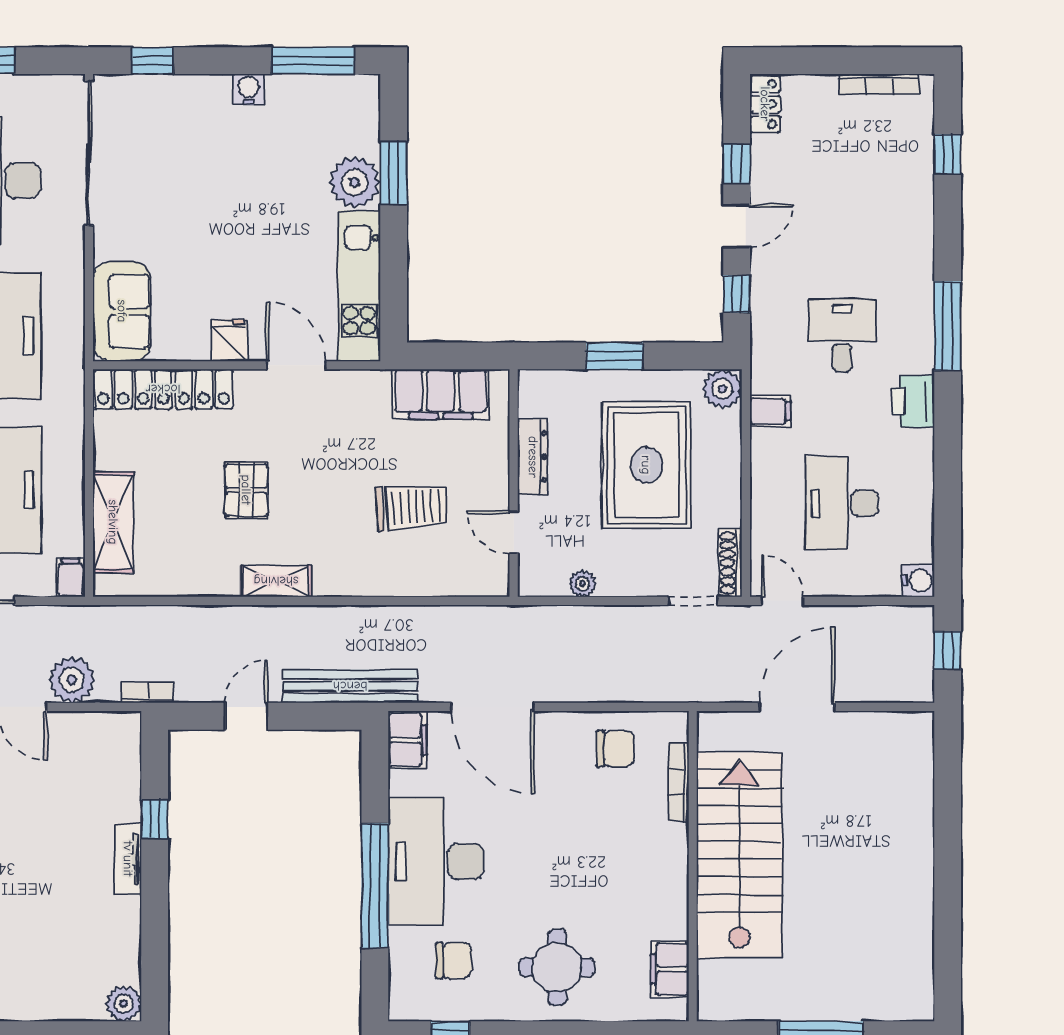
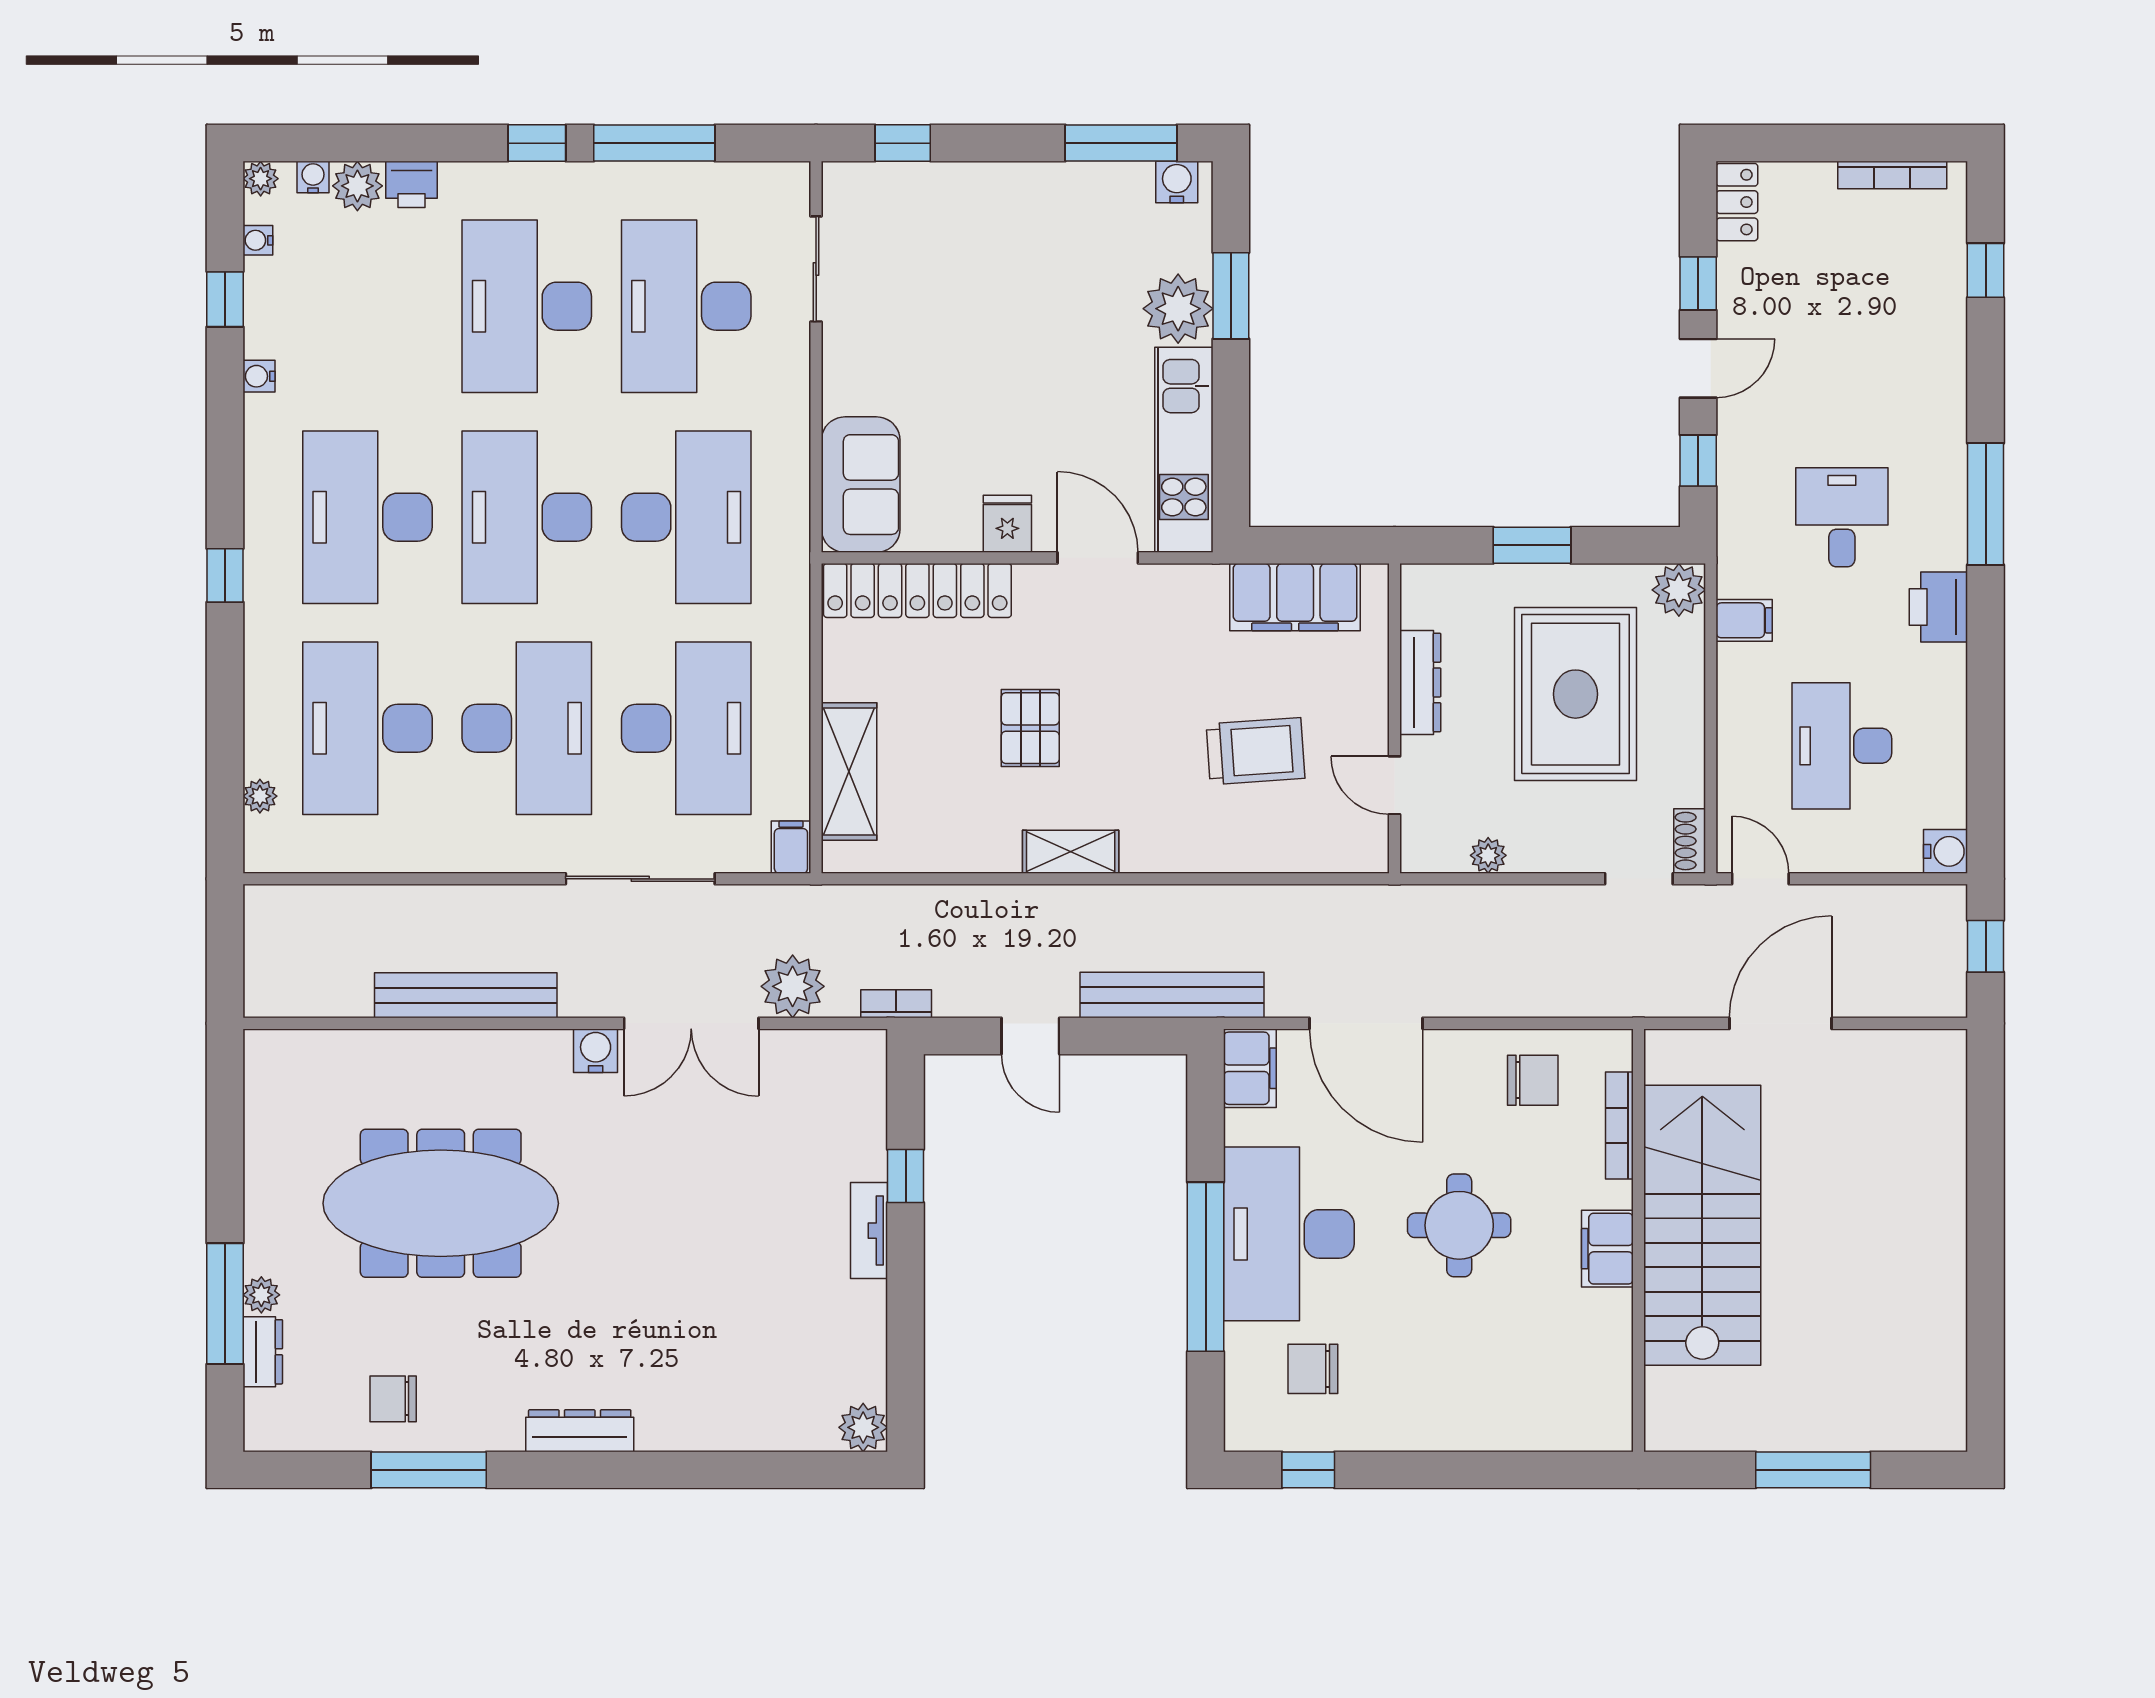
water cooler: (249, 89) -> (1177, 182), moved
sliding door: (89, 153) -> (816, 269), width x0.54
shoe rack: (730, 563) -> (1690, 841), width x0.70
door: (246, 716) -> (1030, 1036), swing flipped
chair: (454, 961) -> (1313, 1369), turned 180
round table: (557, 967) -> (1459, 1225), moved
filing cabinet: (670, 969) -> (1607, 1249), moved

